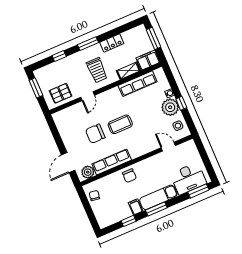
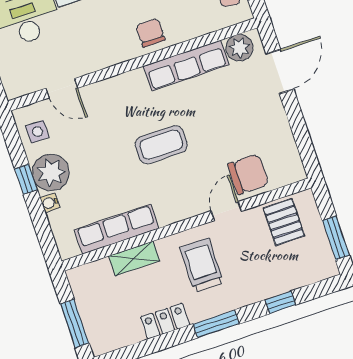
filing cabinet: (148, 60) -> (90, 278), removed
pallet: (61, 93) -> (284, 222), turned 90
chair: (95, 134) -> (248, 174), moved

